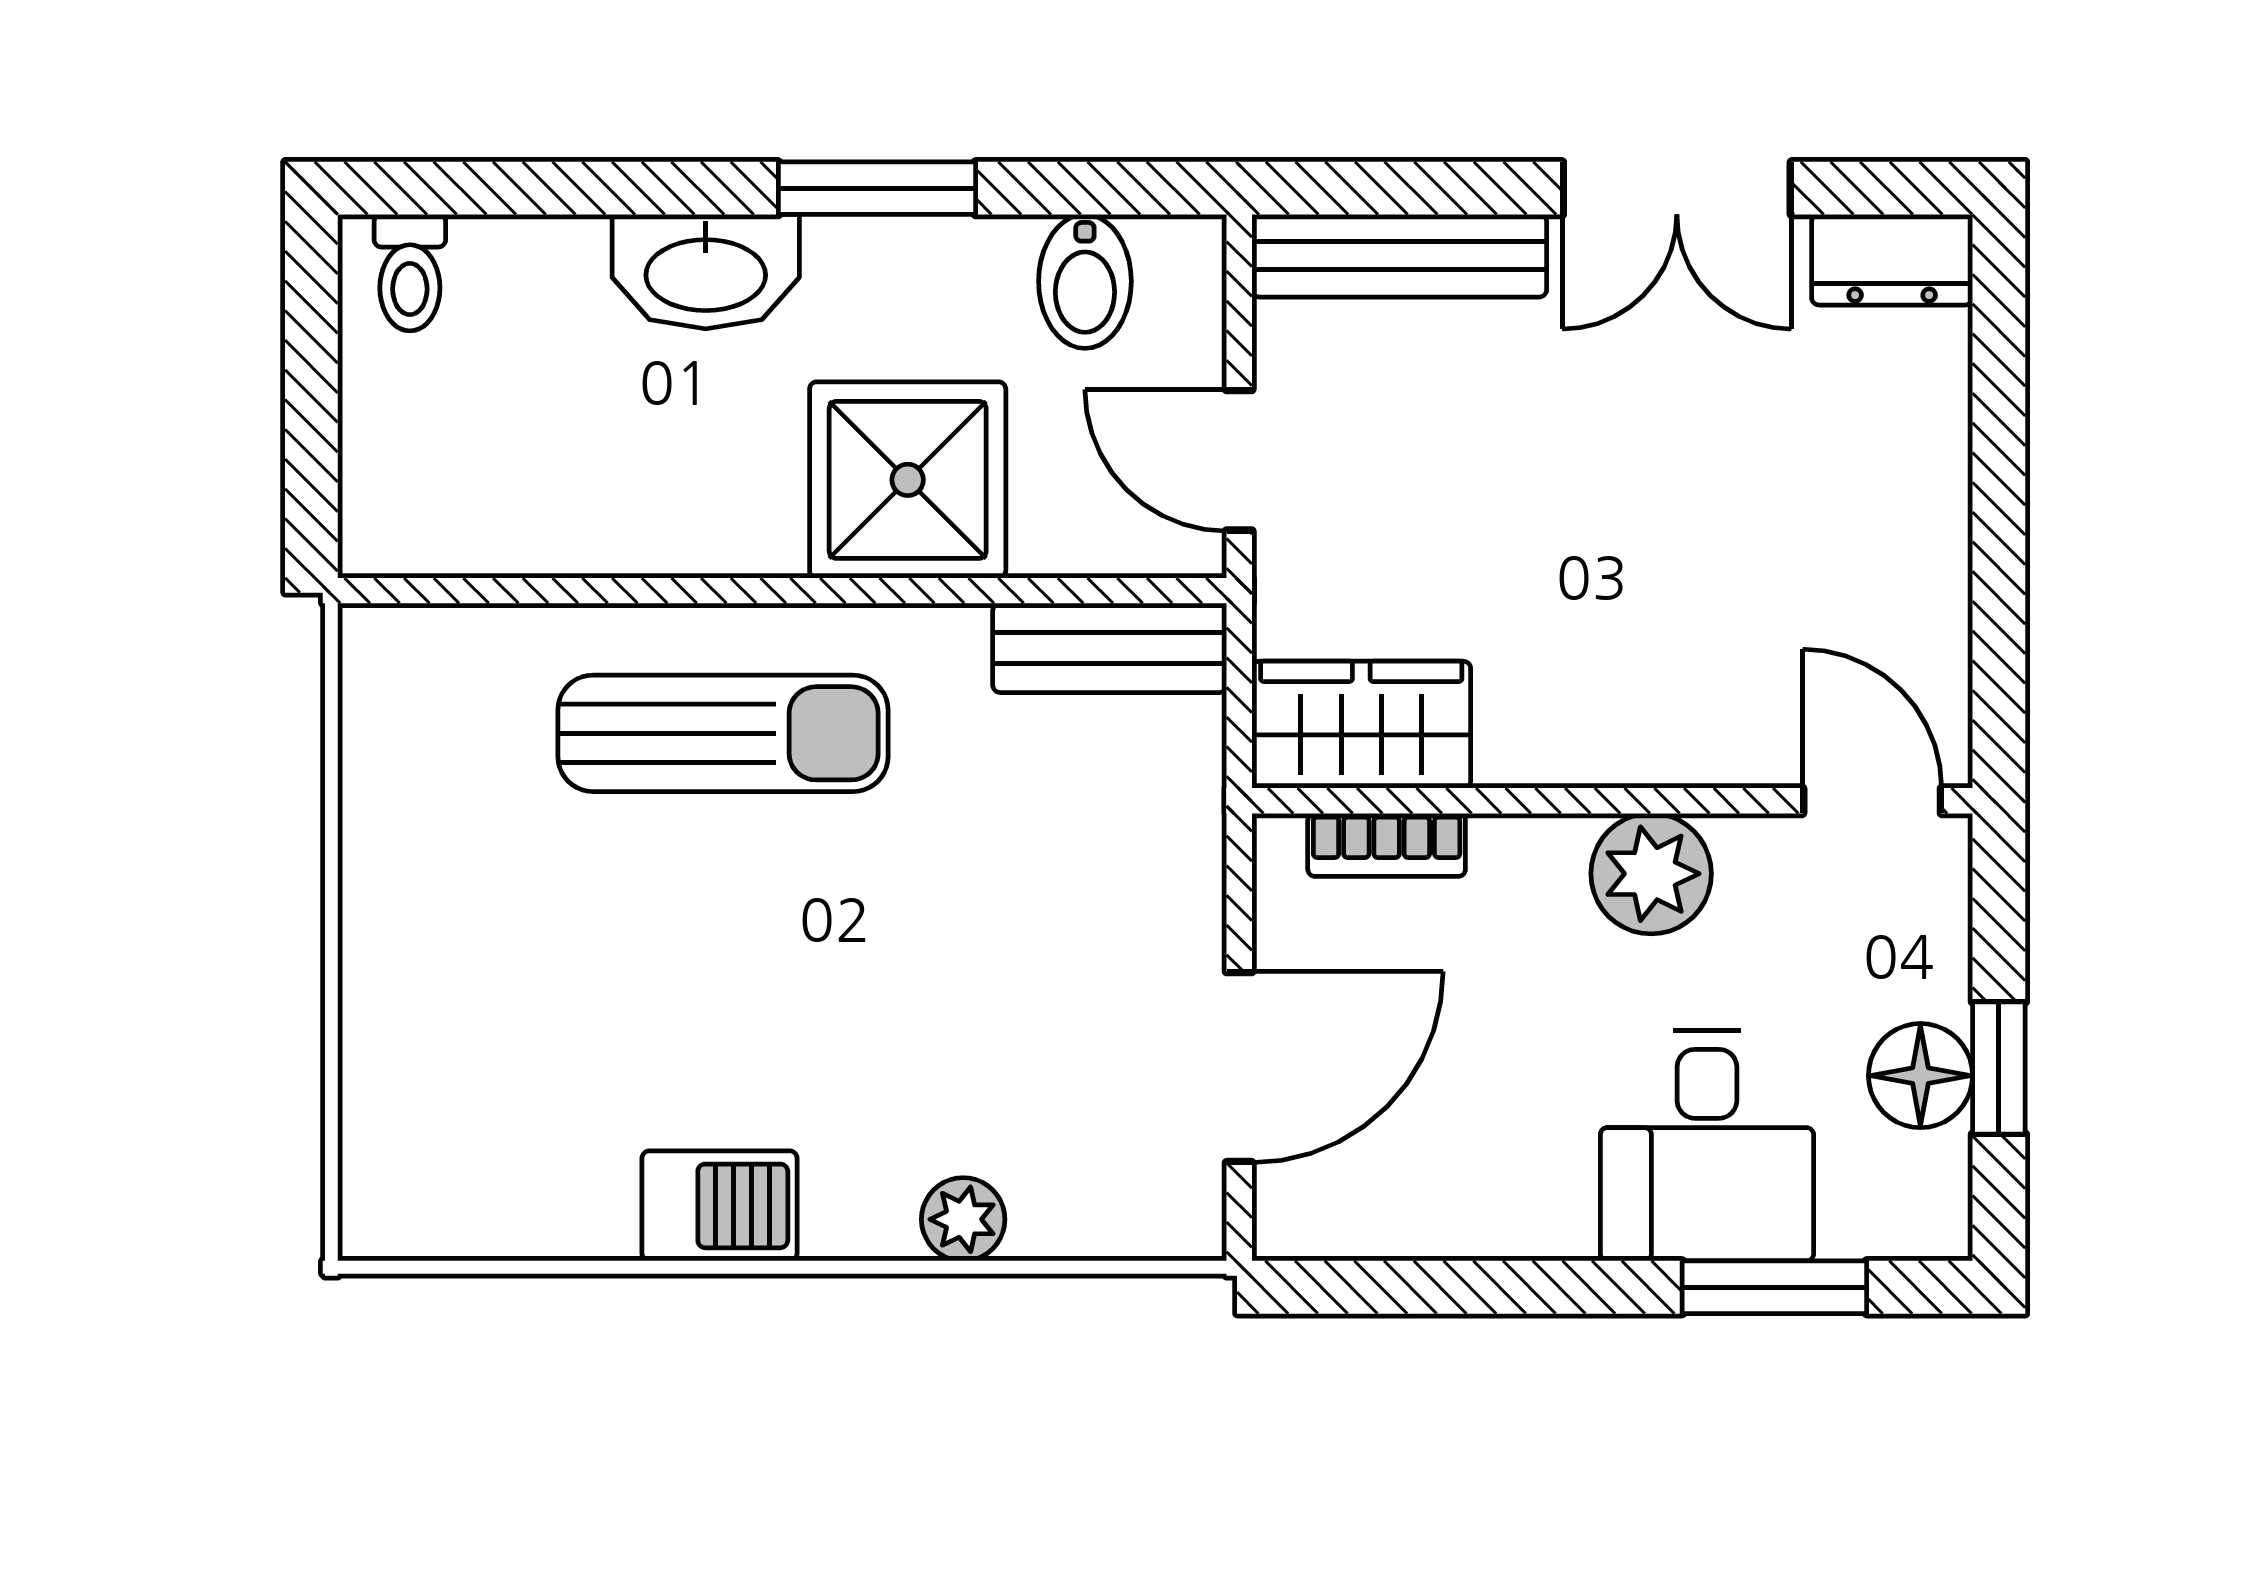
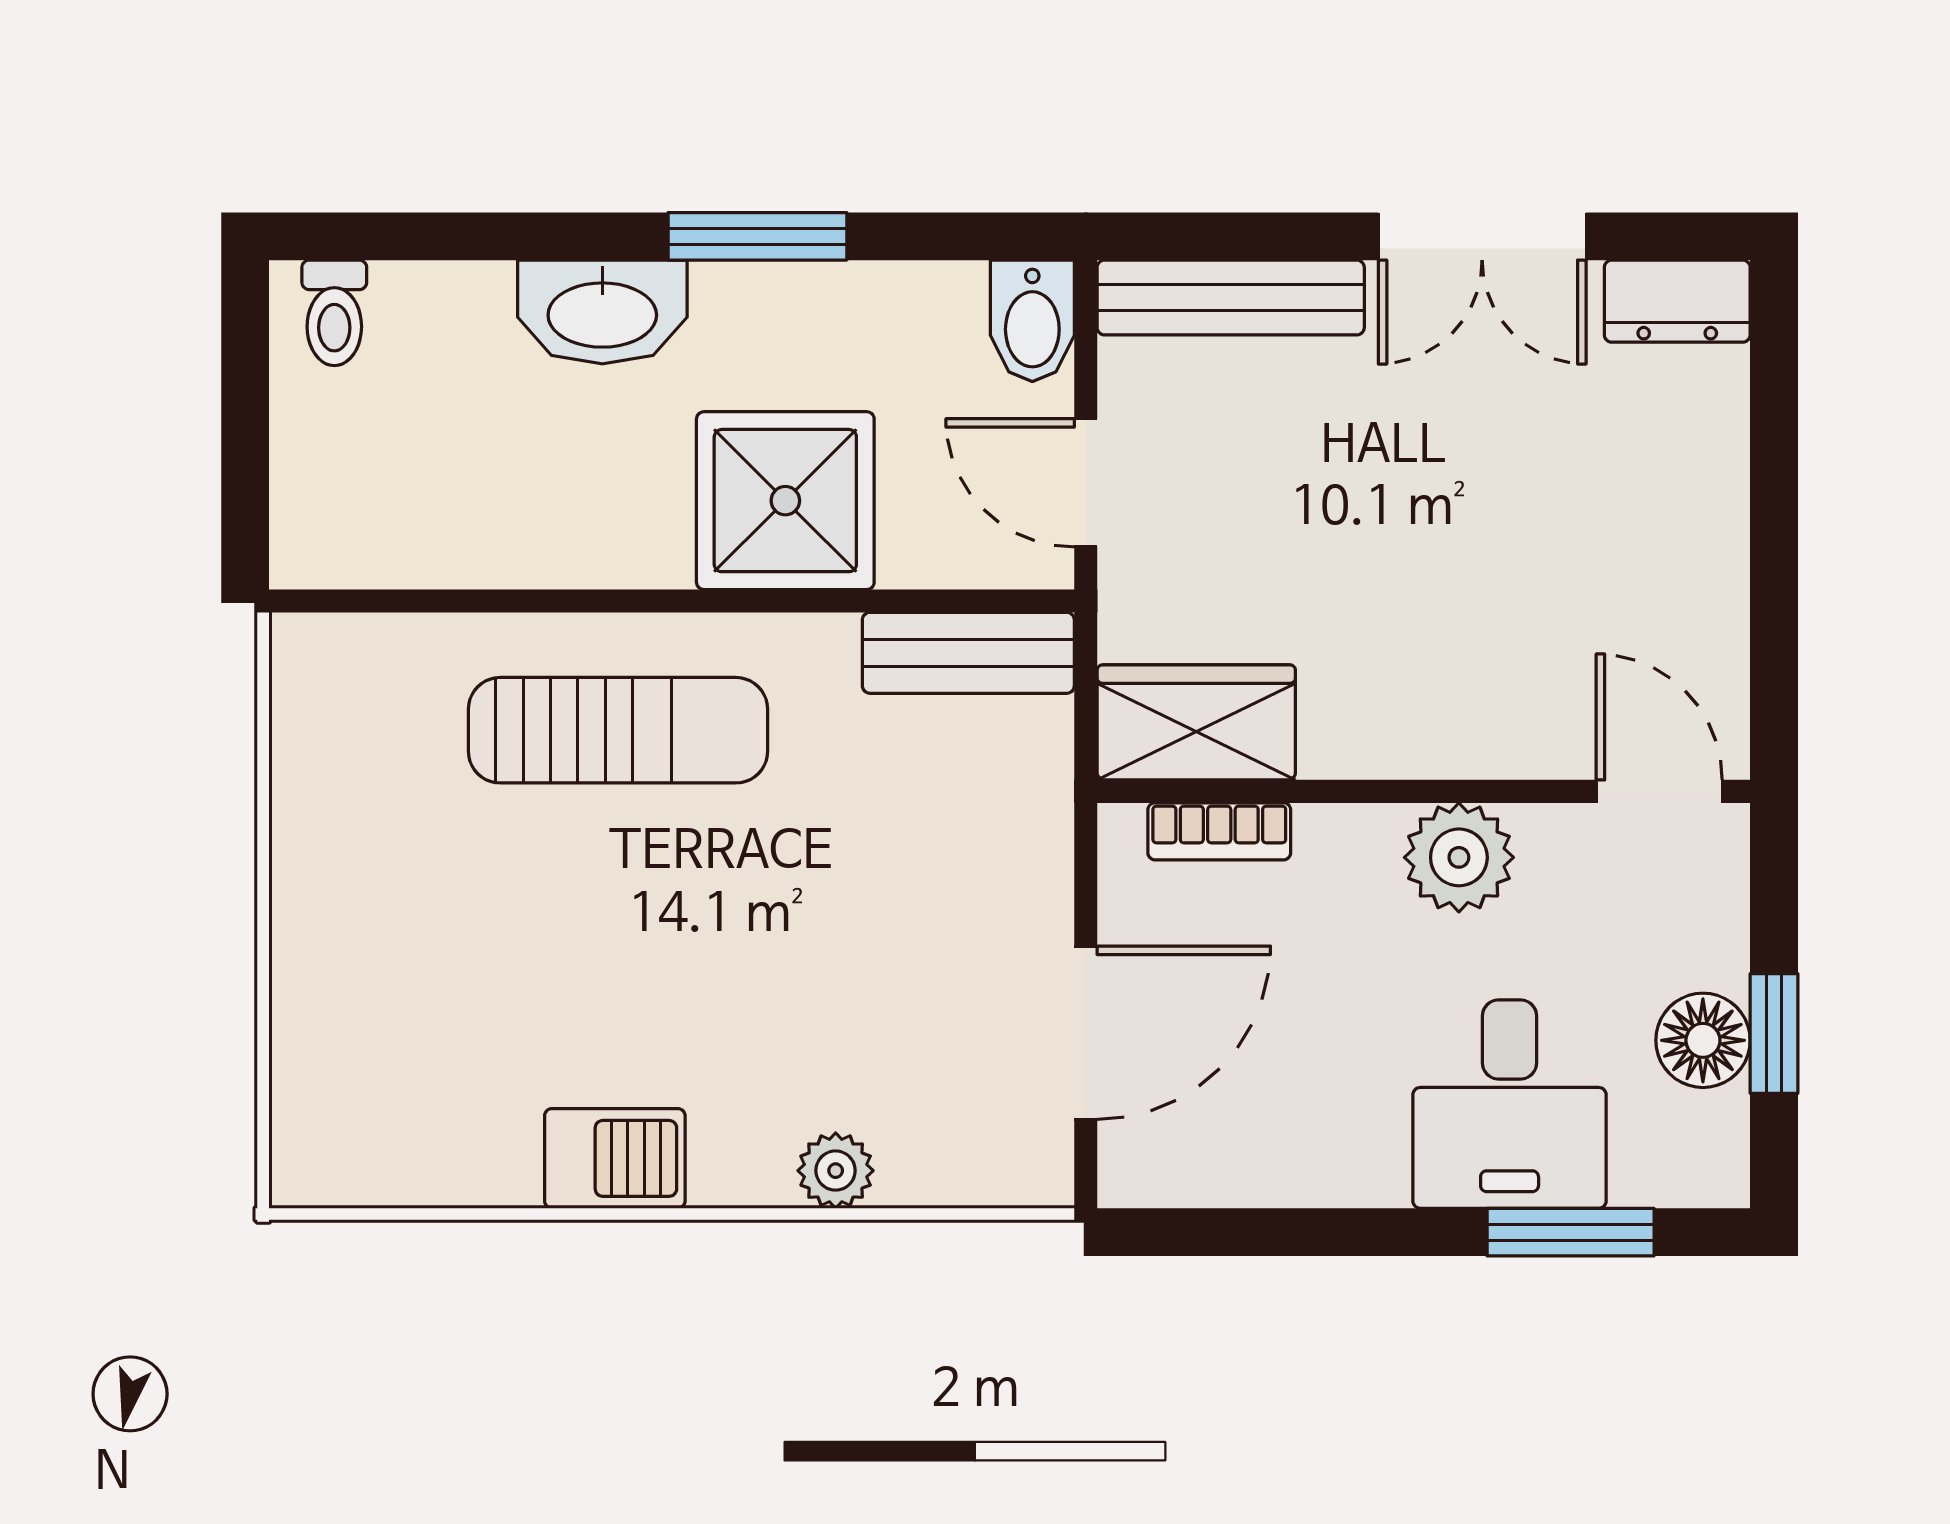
bidet: (1085, 281) -> (1032, 321), moved

